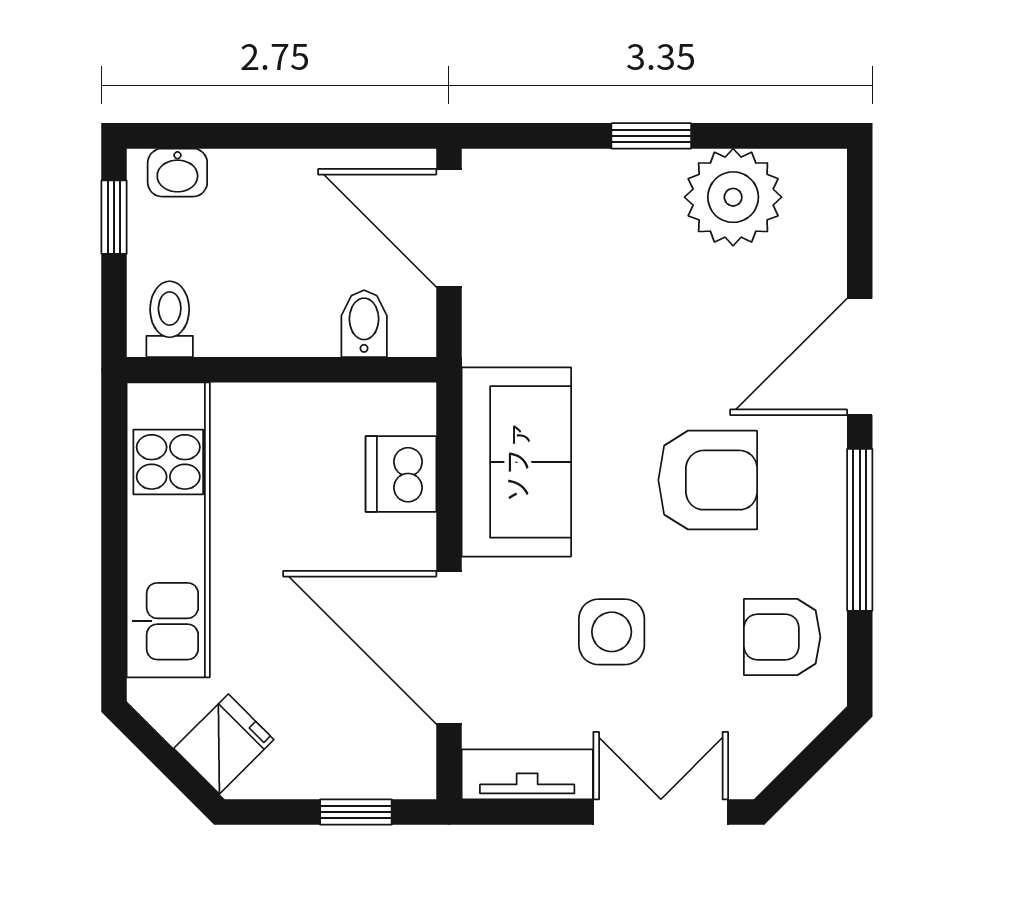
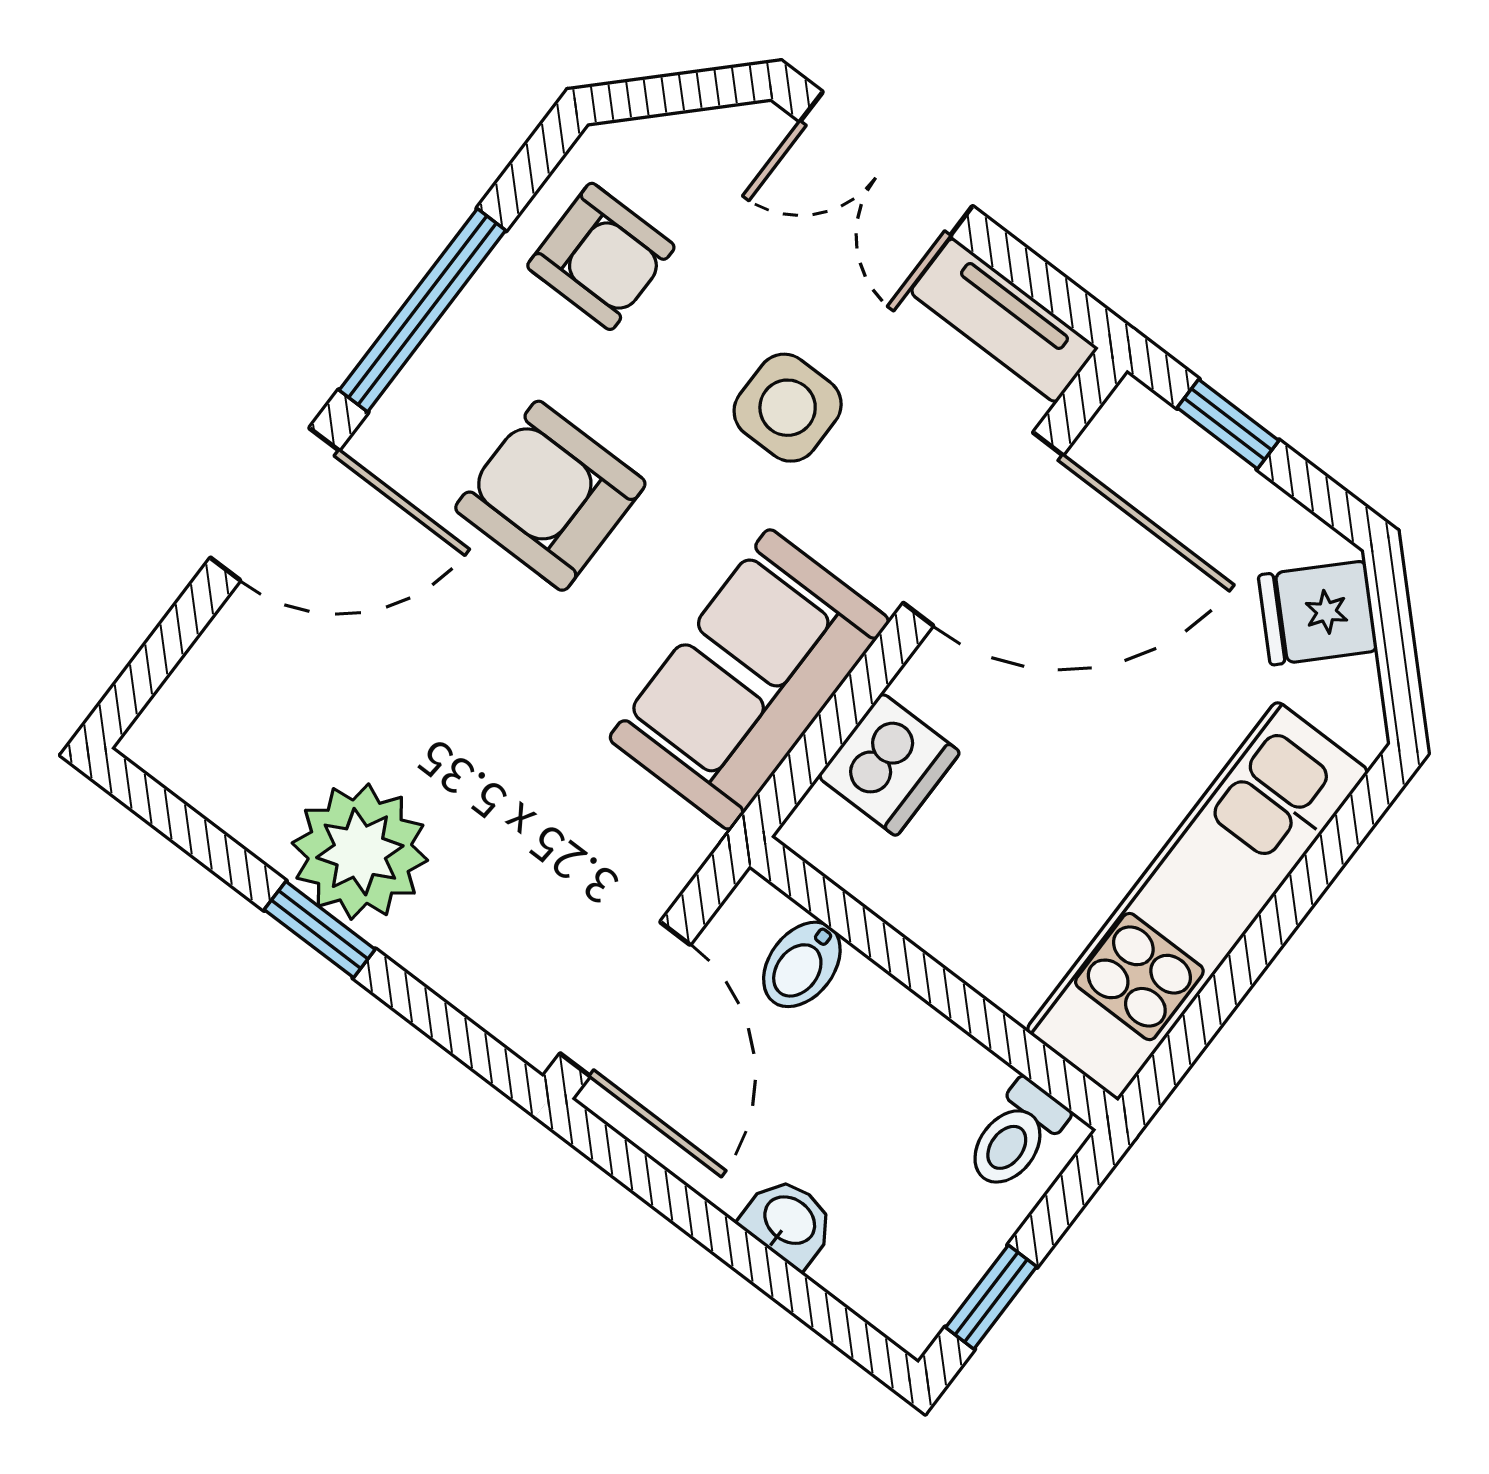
washbasin: (177, 173) -> (789, 1222), moved
plant: (733, 197) -> (360, 852), moved
door: (449, 647) -> (983, 529), hinge flipped

